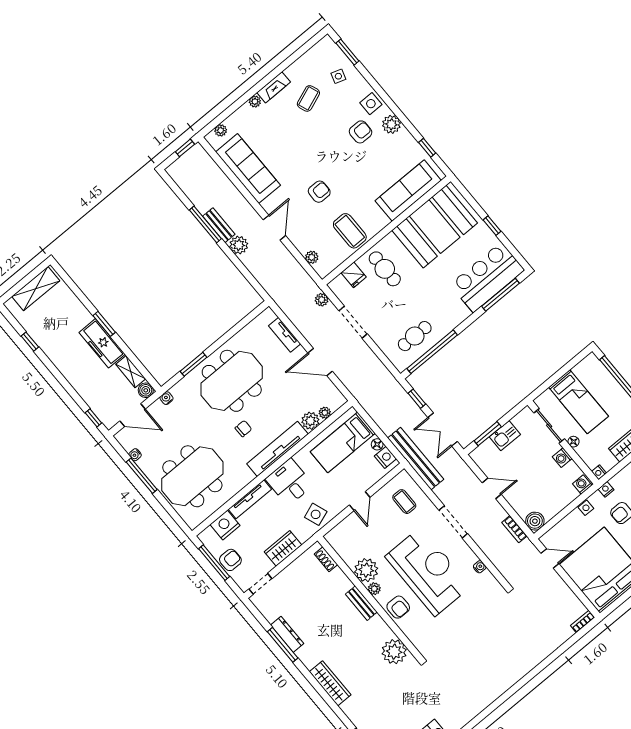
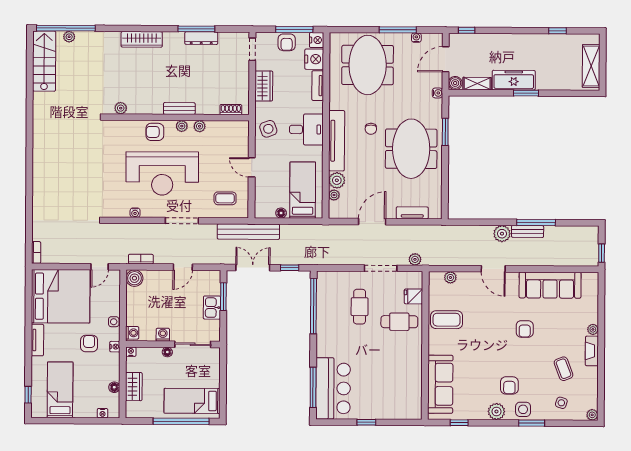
window: (347, 52) -> (532, 423), moved
plant: (221, 130) -> (592, 415), moved
armchair: (319, 192) -> (525, 329), moved
booth: (435, 227) -> (399, 382), removed
cafe table: (415, 336) -> (360, 307), moved
bed: (579, 402) -> (192, 401), moved
nightstand: (385, 457) -> (317, 40), moved, turned -90
tv unit: (250, 499) -> (318, 86), width x0.71
plant: (366, 570) -> (200, 126), width x0.53, depth x0.53
plant: (394, 652) -> (121, 108), width x0.53, depth x0.53

